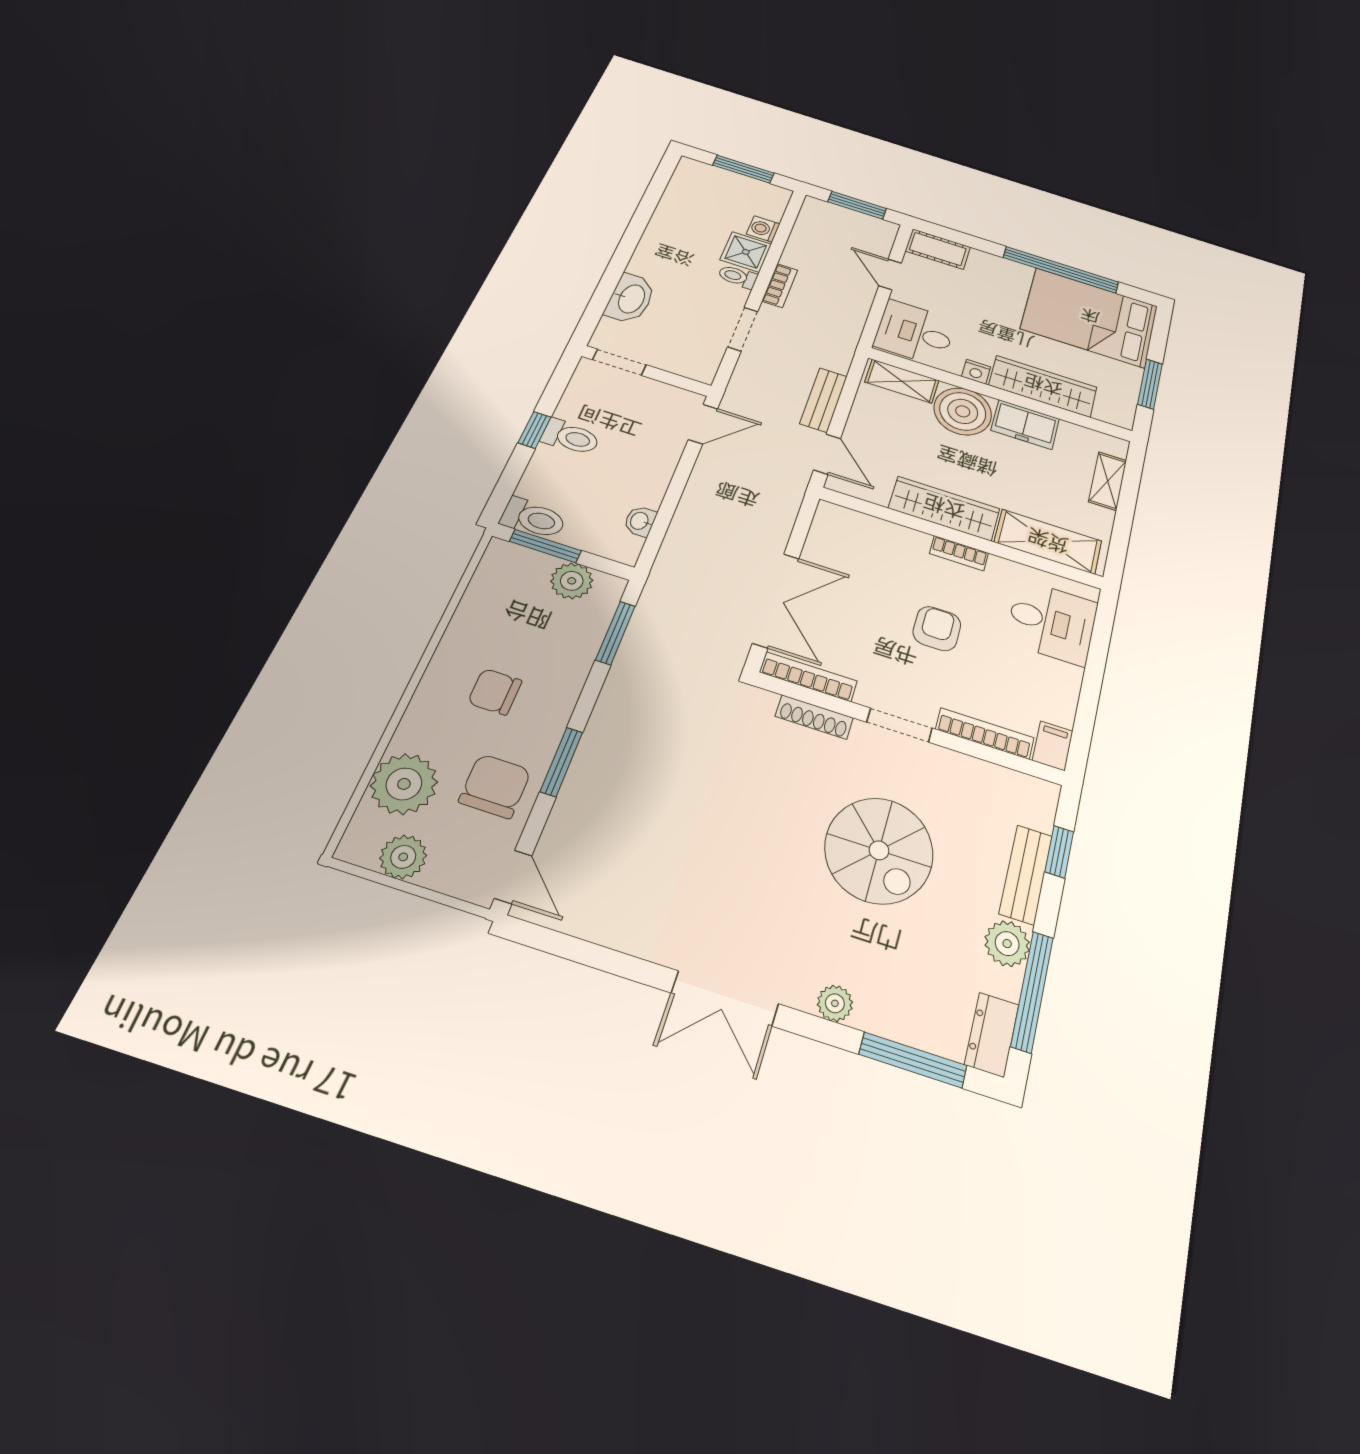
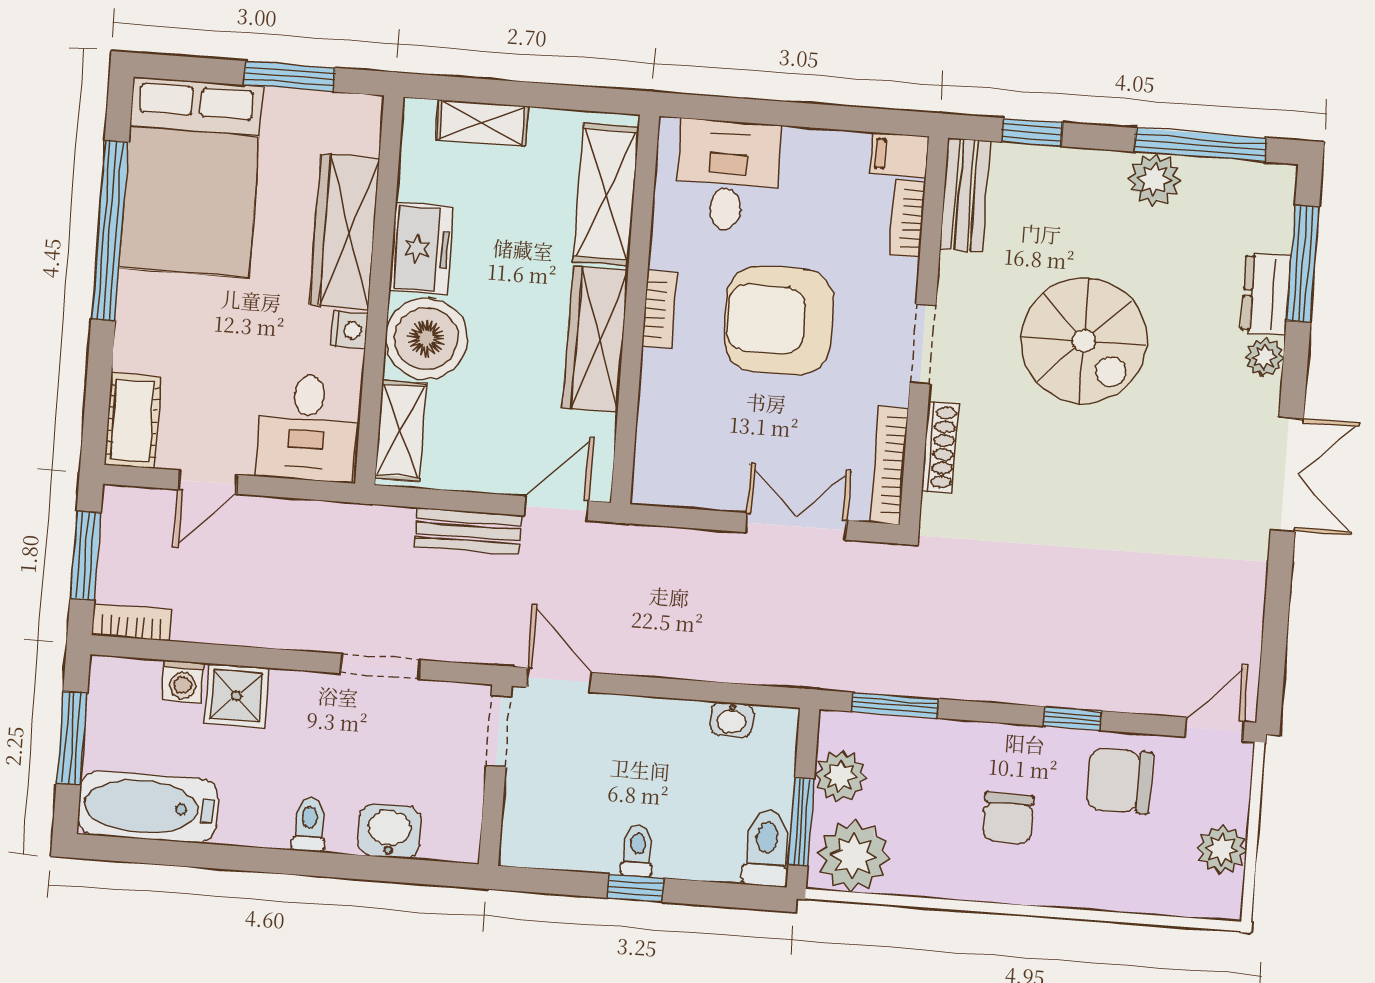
bathtub: (687, 192) -> (148, 807), added
toilet: (738, 277) -> (309, 825), moved, turned 180
bookcase: (780, 286) -> (132, 623), moved
washbasin: (631, 299) -> (389, 831), width x0.72
doorway: (619, 362) -> (499, 731), moved
toilet: (571, 437) -> (637, 851), width x0.73, depth x0.72
double door: (776, 600) -> (796, 526), width x0.73
armchair: (937, 629) -> (779, 320), width x1.88, depth x1.88
bookcase: (985, 733) -> (908, 219), width x0.64
window: (561, 762) -> (1072, 719), width x0.67
plant: (404, 784) -> (853, 856), moved
spiral stairs: (879, 850) -> (1084, 341), turned 90
bench: (1026, 874) -> (965, 195), moved, turned 90
dresser: (992, 1034) -> (1266, 294), moved, turned 90

